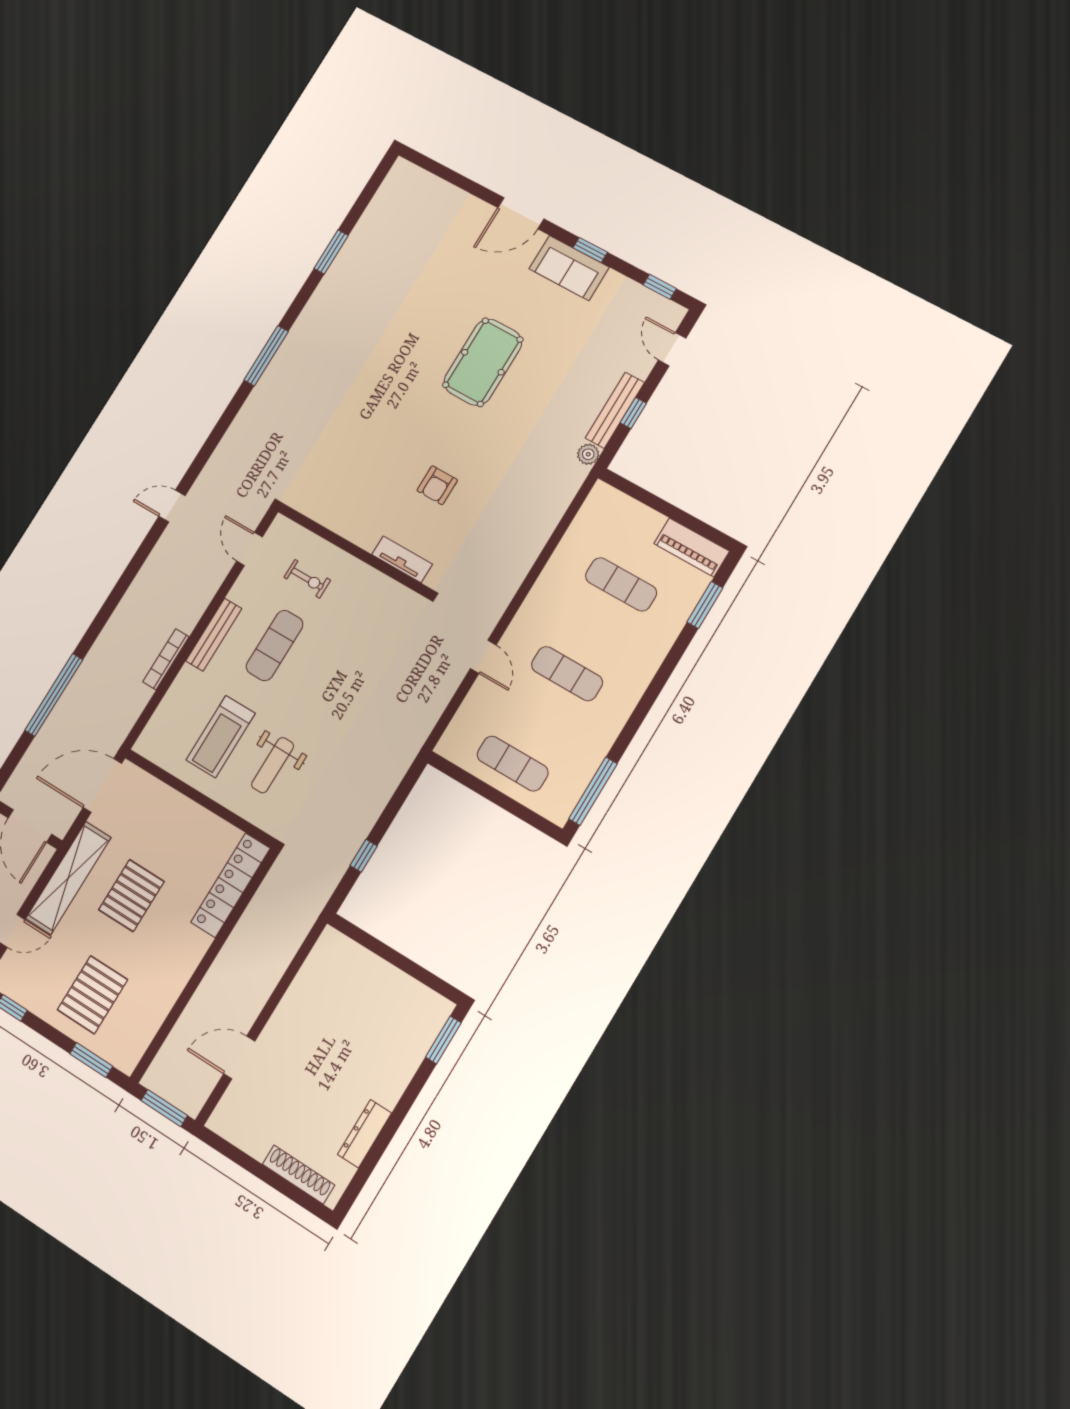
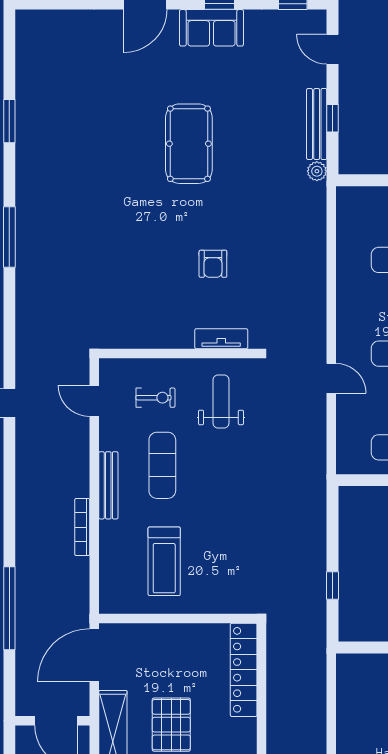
weight bench: (273, 765) -> (221, 402), moved, turned 180

